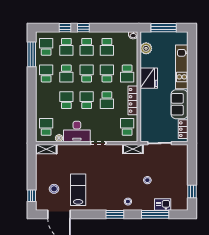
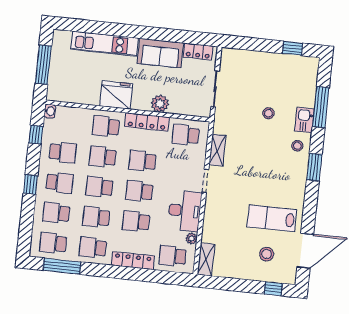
window: (65, 28) -> (36, 135), moved
school desk: (66, 47) -> (56, 213), turned 180
plant: (146, 48) -> (160, 104), moved
school desk: (66, 73) -> (96, 217), turned 180
school desk: (127, 73) -> (106, 126), turned 180
school desk: (107, 100) -> (142, 161), turned 180
locker: (40, 101) -> (133, 261), added
shelving: (133, 149) -> (217, 150), moved
kitchen sink: (163, 204) -> (304, 120), moved

